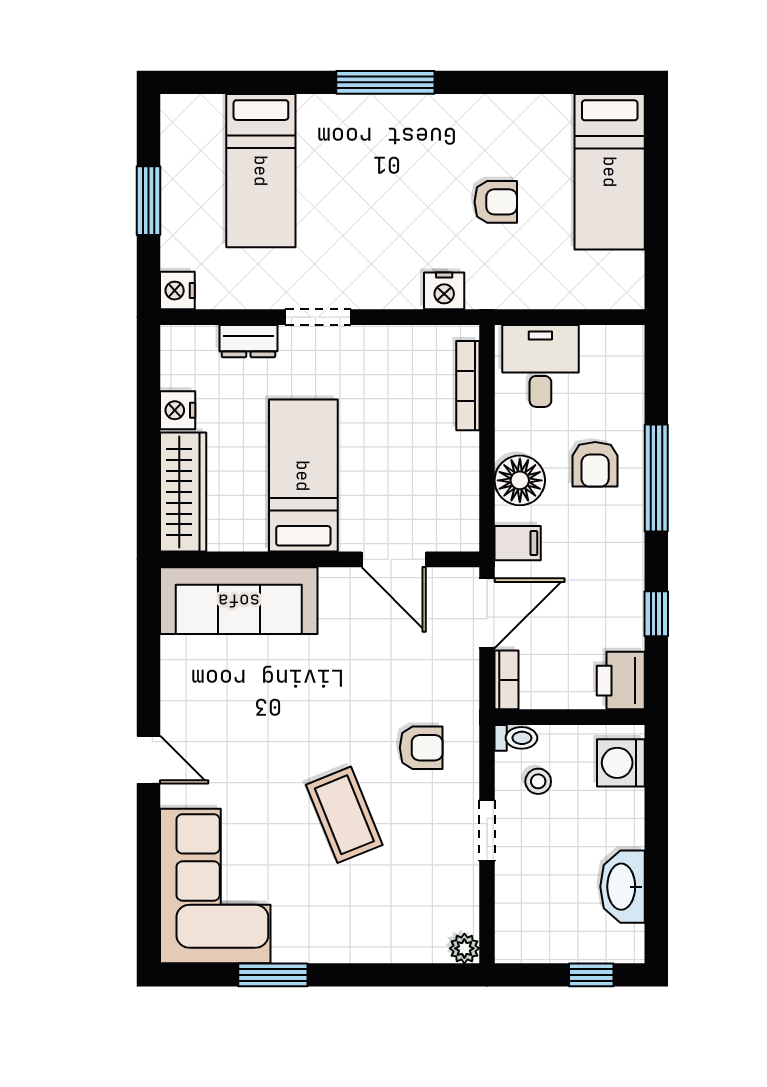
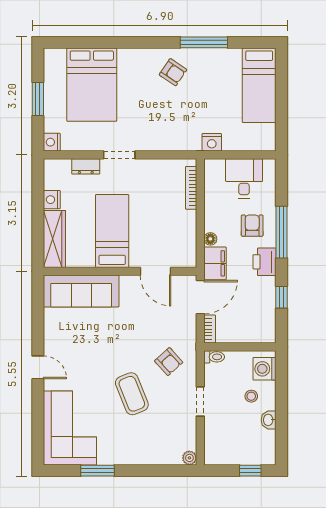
window: (385, 82) -> (204, 42), moved
bed: (261, 171) -> (92, 85), width x1.50
armchair: (496, 202) -> (173, 72), moved, turned 34
nightstand: (444, 291) -> (212, 142), moved
desk: (540, 366) -> (244, 178), moved
armchair: (595, 464) -> (252, 226), turned 180
floor lamp: (520, 480) -> (210, 239), width x0.53, depth x0.53
filing cabinet: (518, 543) -> (215, 263), width x2.00
printer: (621, 681) -> (265, 262), moved
armchair: (421, 748) -> (169, 362), turned 48
stool: (538, 781) -> (251, 396), moved
washbasin: (623, 887) -> (269, 420), width x0.52, depth x0.69

